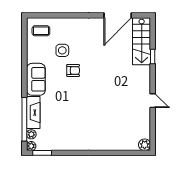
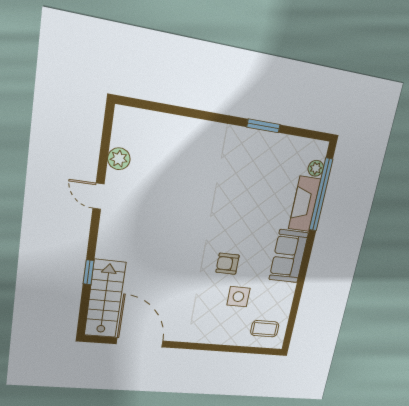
door: (118, 15) -> (140, 342), hinge flipped
plant: (145, 145) -> (119, 159), moved
plant: (31, 146) -> (320, 148), removed
window: (42, 153) -> (263, 126), moved

